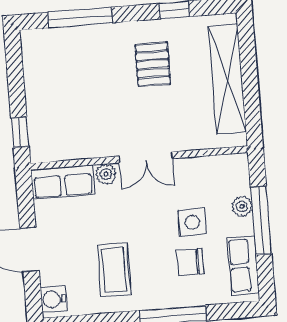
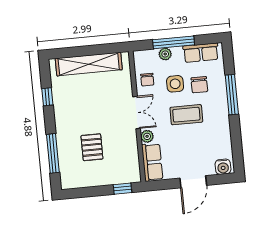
pallet: (153, 64) -> (92, 147), moved, turned 90
chair: (200, 176) -> (147, 80), added
coffee table: (114, 270) -> (186, 115), moved

